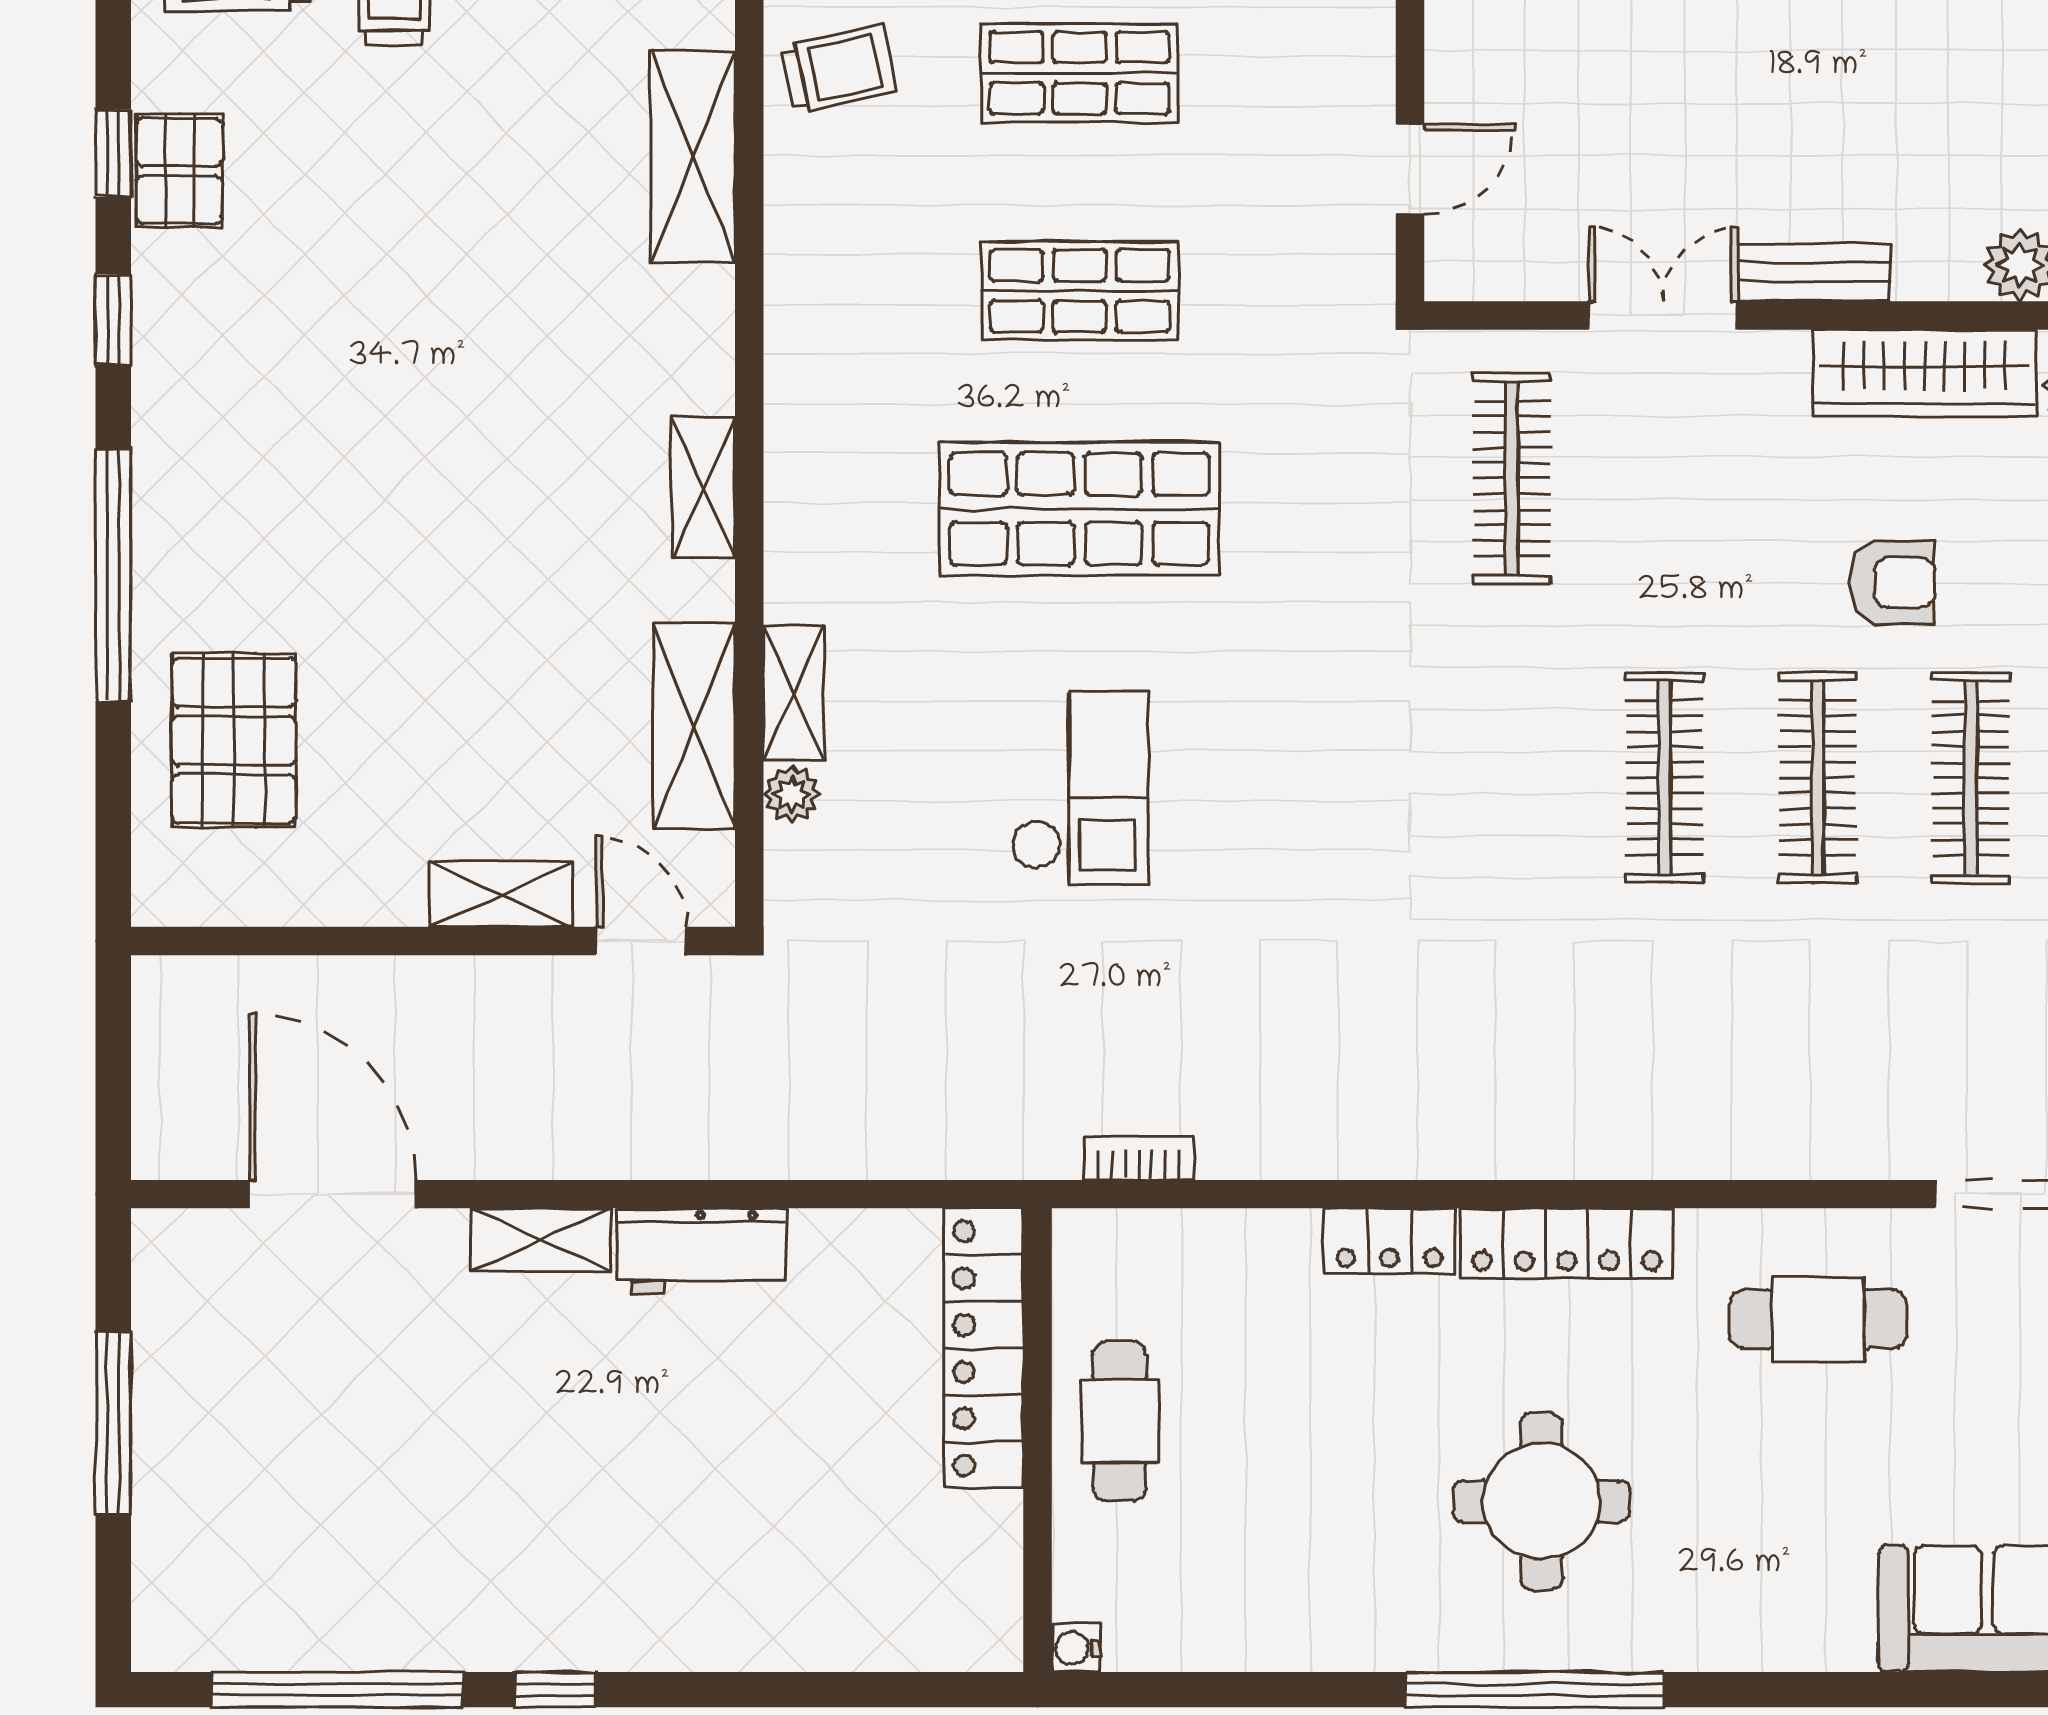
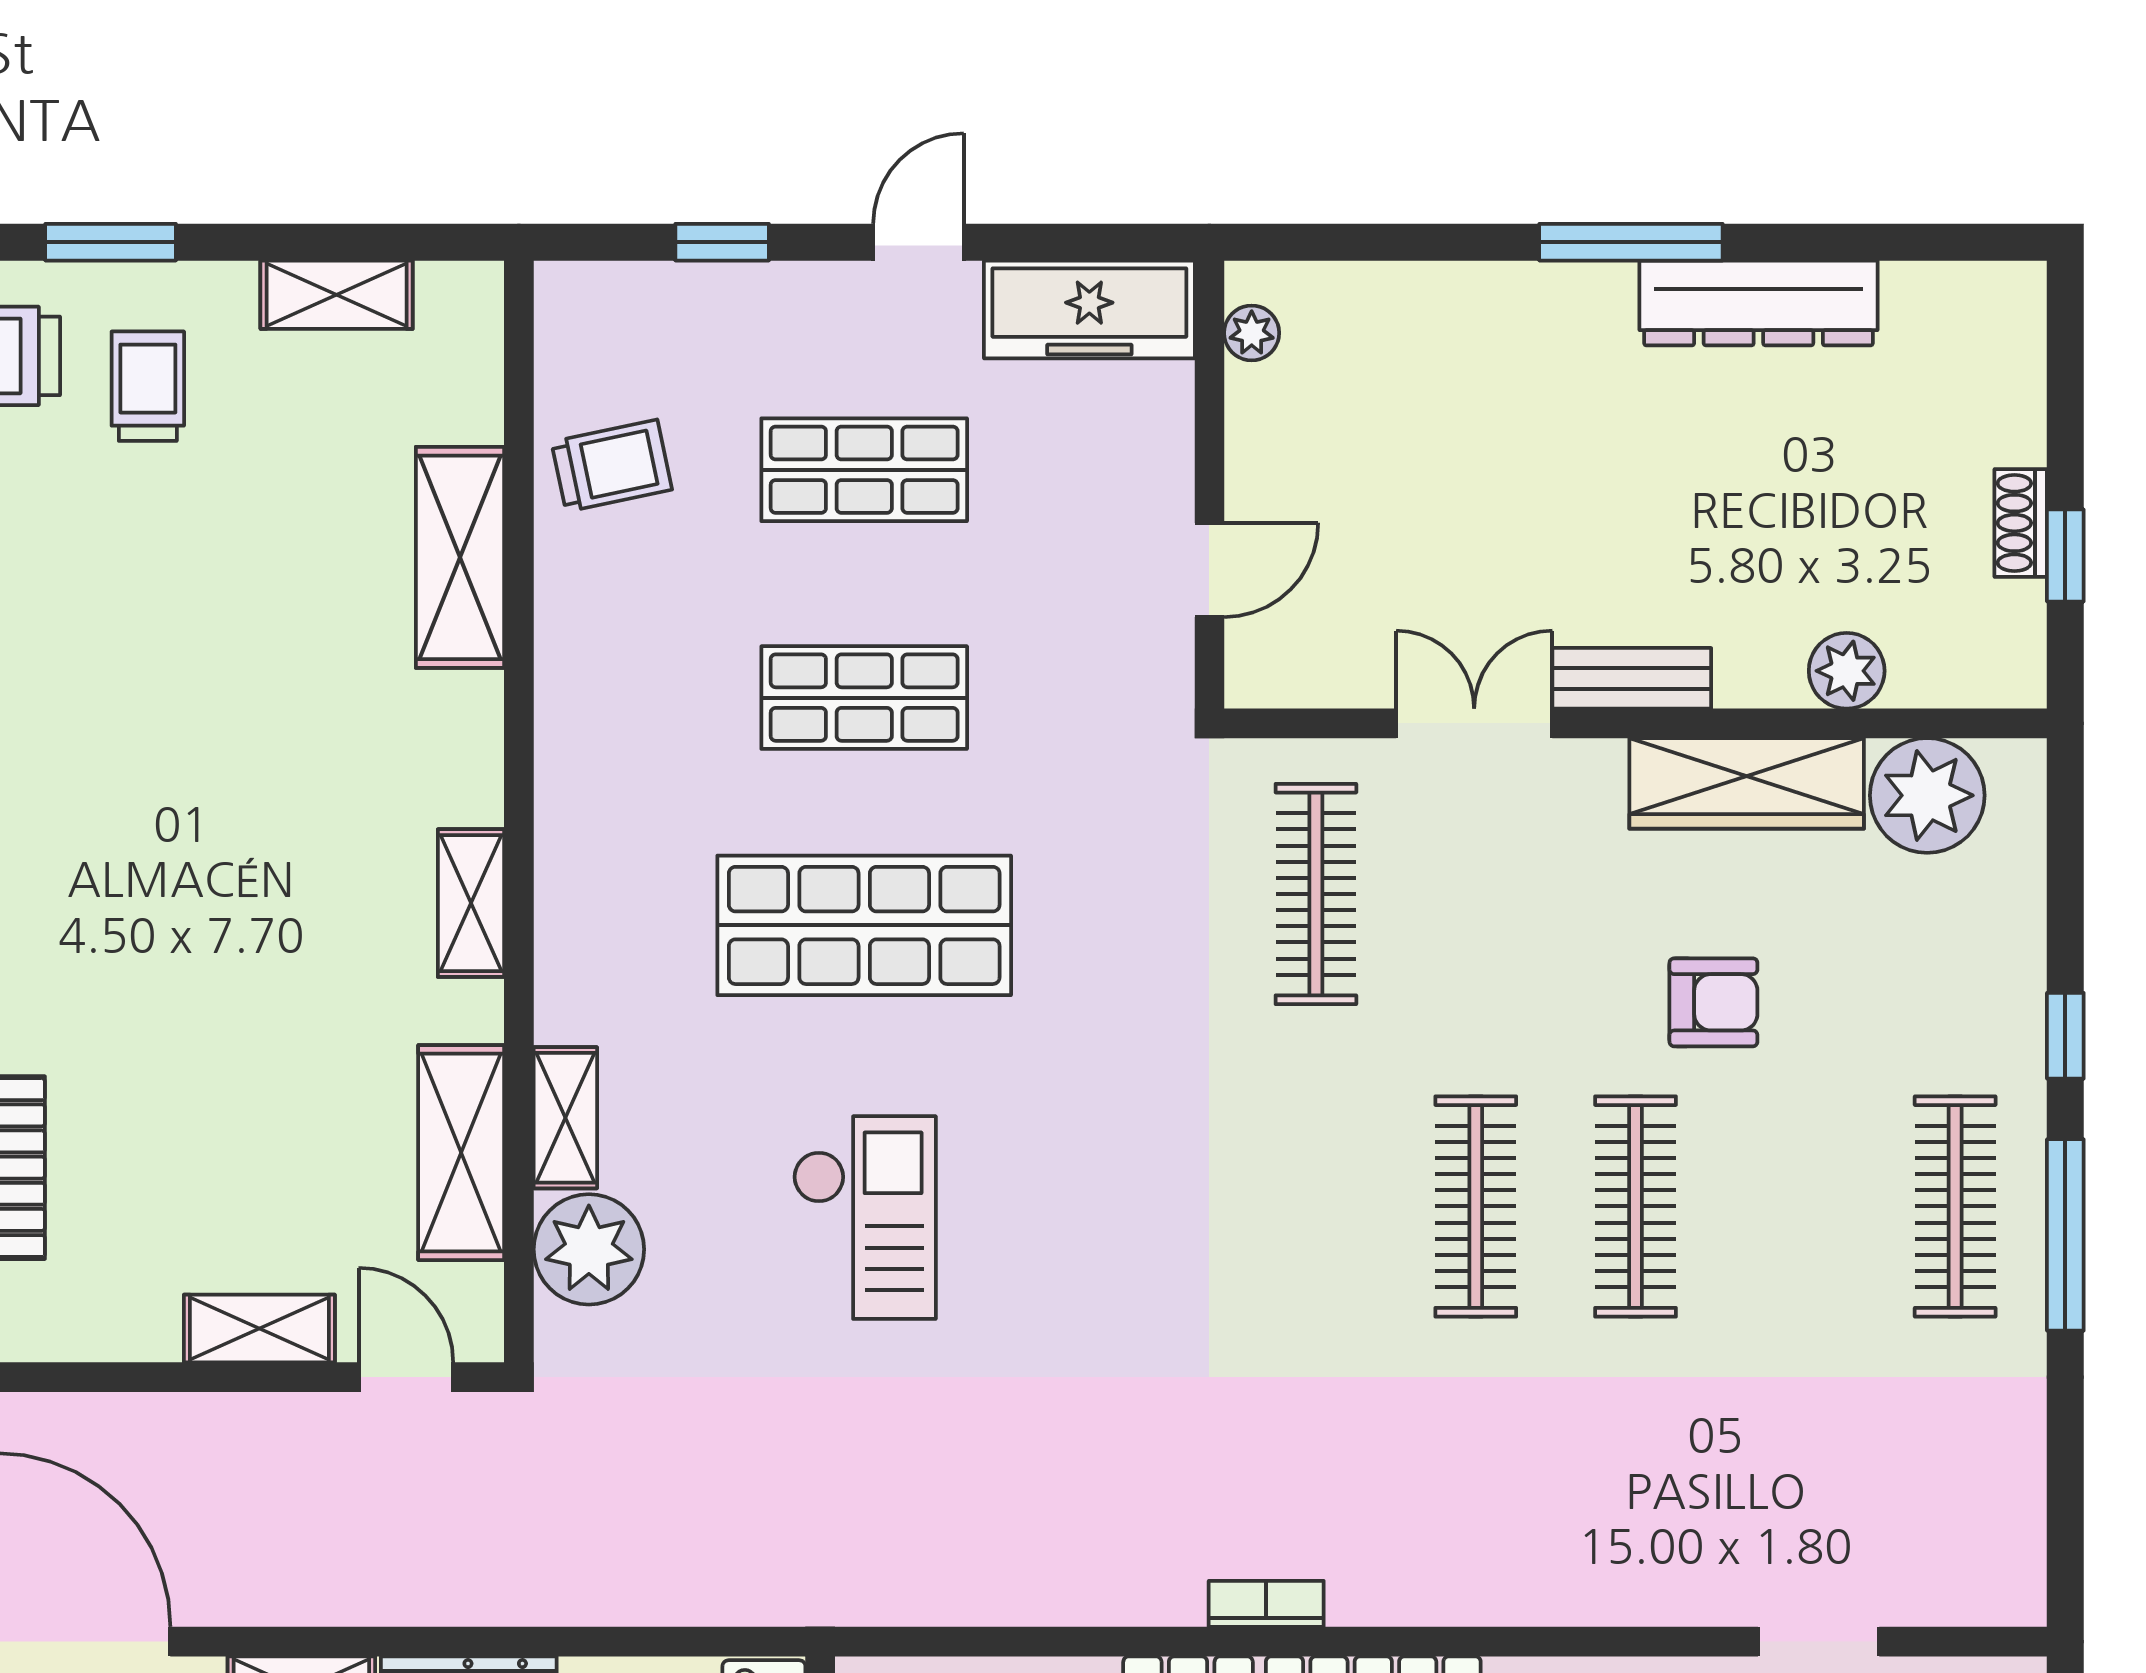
clothes rail: (1971, 778) -> (1795, 1206), removed
plant: (792, 794) -> (589, 1249), width x1.88, depth x1.88
bookcase: (1139, 1158) -> (1266, 1604), moved

